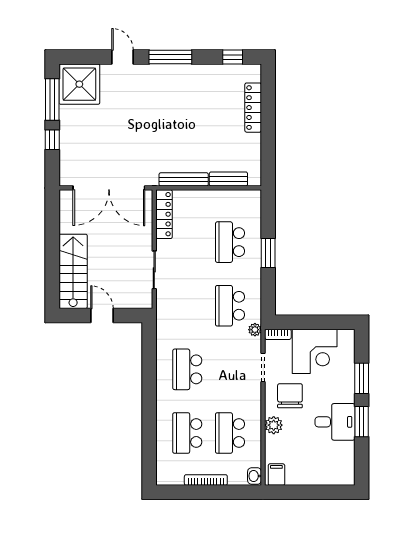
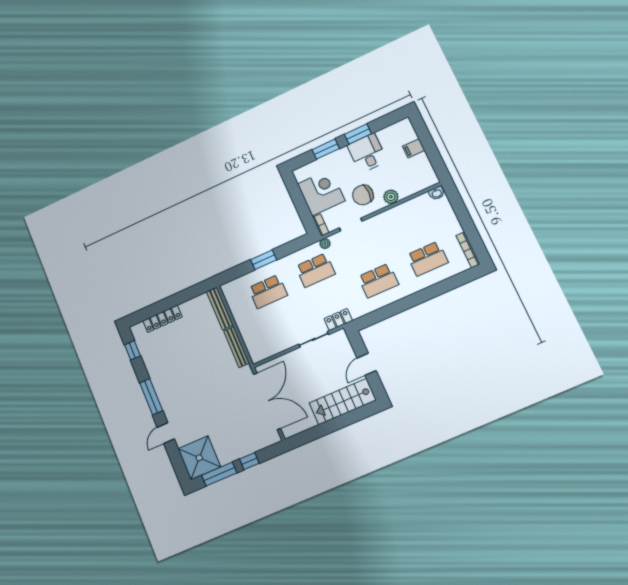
bench: (228, 179) -> (220, 309), width x1.36
locker: (164, 214) -> (338, 320), moved, width x0.66
school desk: (230, 433) -> (412, 226), removed
filing cabinet: (276, 475) -> (414, 148), moved
bookcase: (206, 480) -> (468, 250), moved

